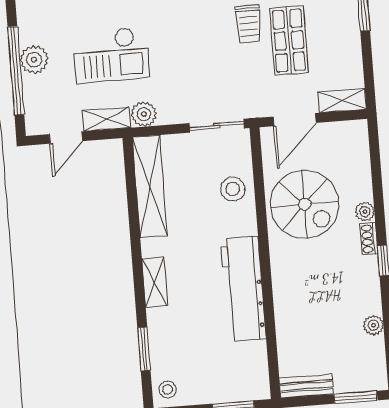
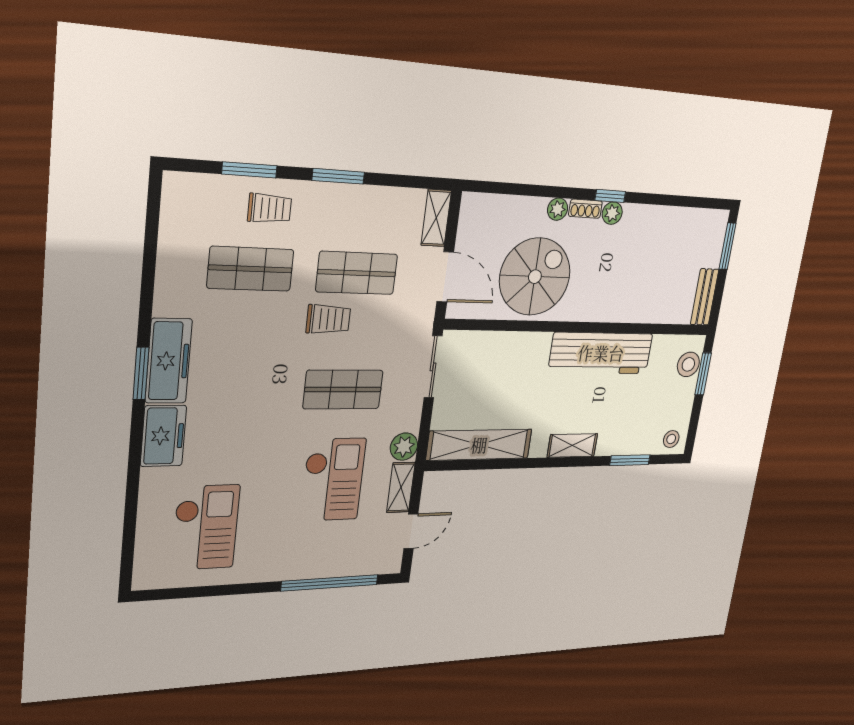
shop shelf: (190, 48) -> (343, 389), added
plant: (34, 60) -> (322, 563), removed
door: (66, 138) -> (411, 531), hinge flipped
stool: (233, 189) -> (688, 364), moved
plant: (373, 325) -> (612, 213), moved

